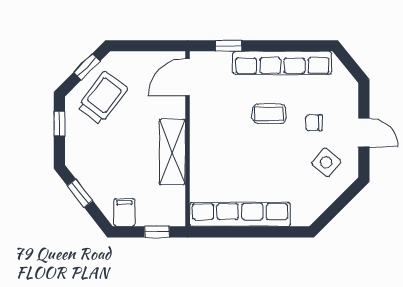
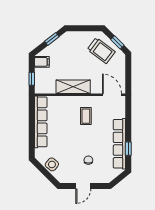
window: (229, 46) -> (128, 149), moved
coffee table: (269, 114) -> (86, 116), moved
window: (59, 124) -> (88, 28), removed
side table: (326, 162) -> (52, 164), moved

